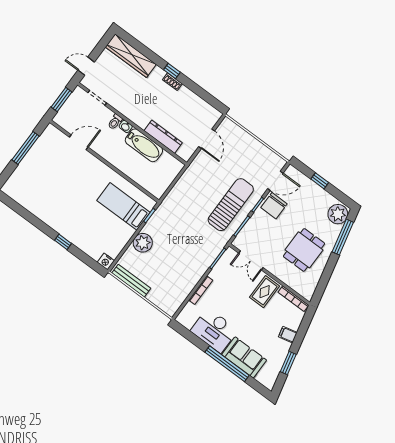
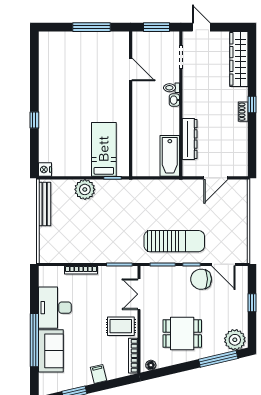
bathtub: (144, 145) -> (170, 156), moved
floor lamp: (310, 291) -> (151, 365), added

